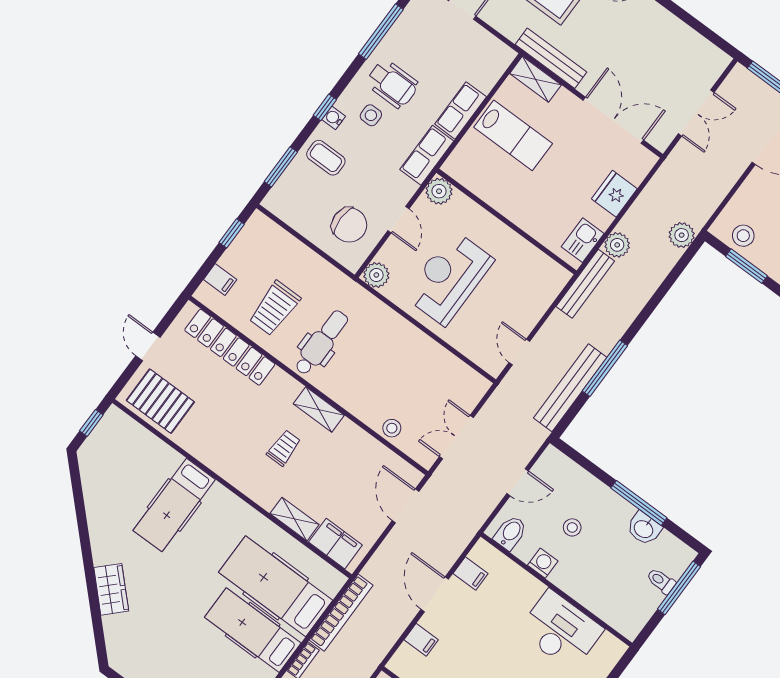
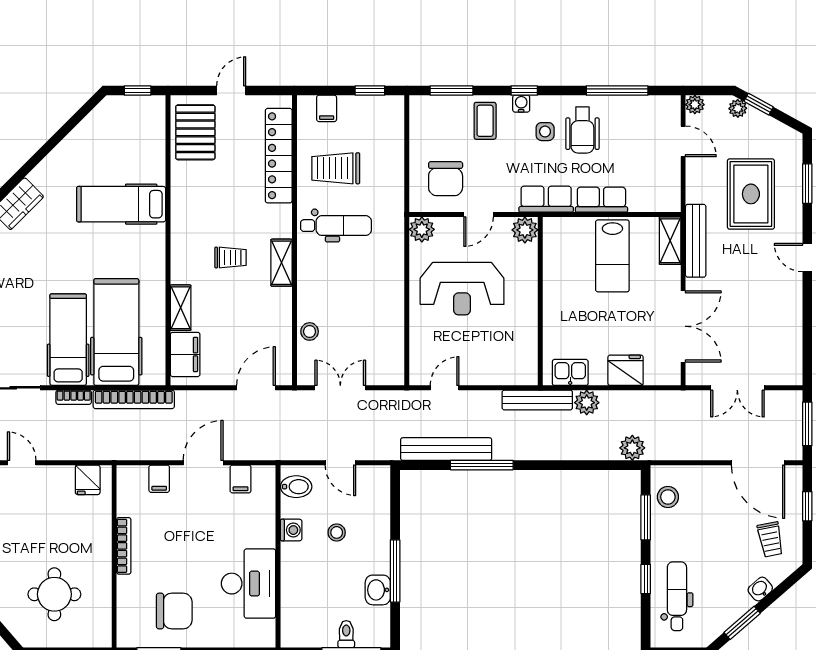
reception desk: (449, 278) -> (462, 289), turned 180

